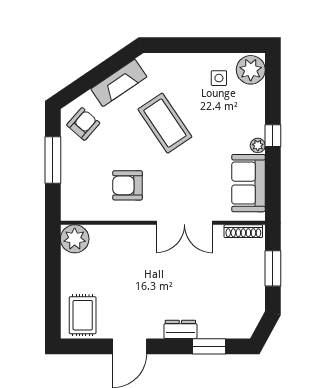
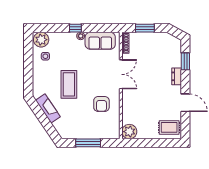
coffee table: (165, 123) -> (69, 84), turned -56
armchair: (83, 124) -> (69, 127), removed

